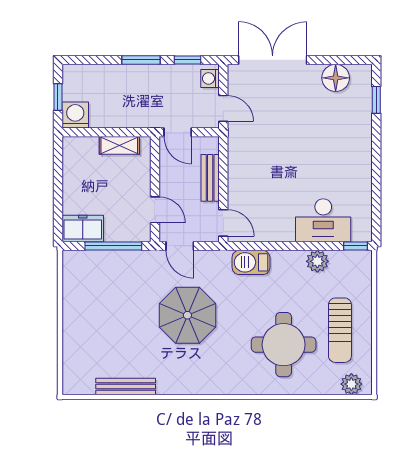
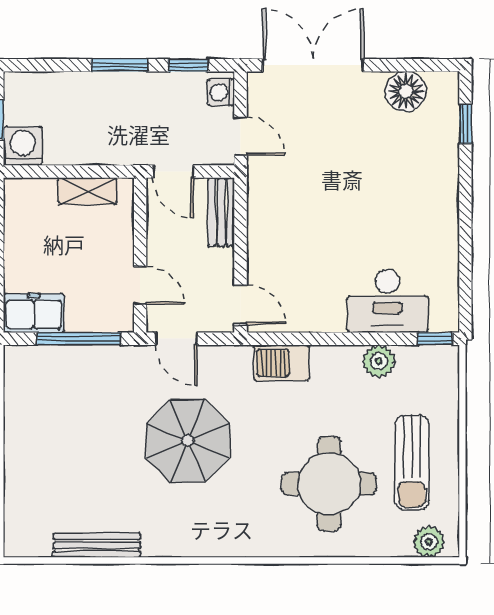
bench: (210, 178) -> (221, 212), moved

